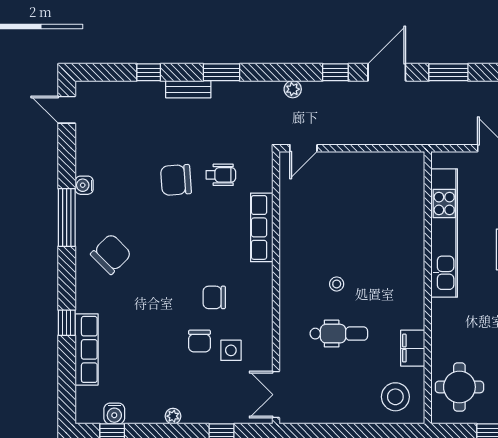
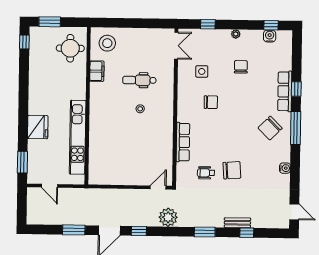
bench: (188, 89) -> (237, 223), moved
plant: (293, 89) -> (168, 217), width x1.87, depth x1.87
window: (67, 218) -> (296, 128), moved
chair: (200, 341) -> (241, 67), moved
row of seats: (87, 349) -> (285, 91), moved

